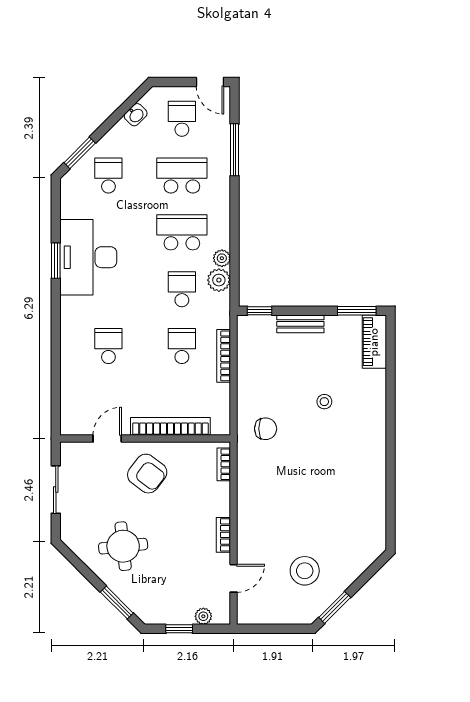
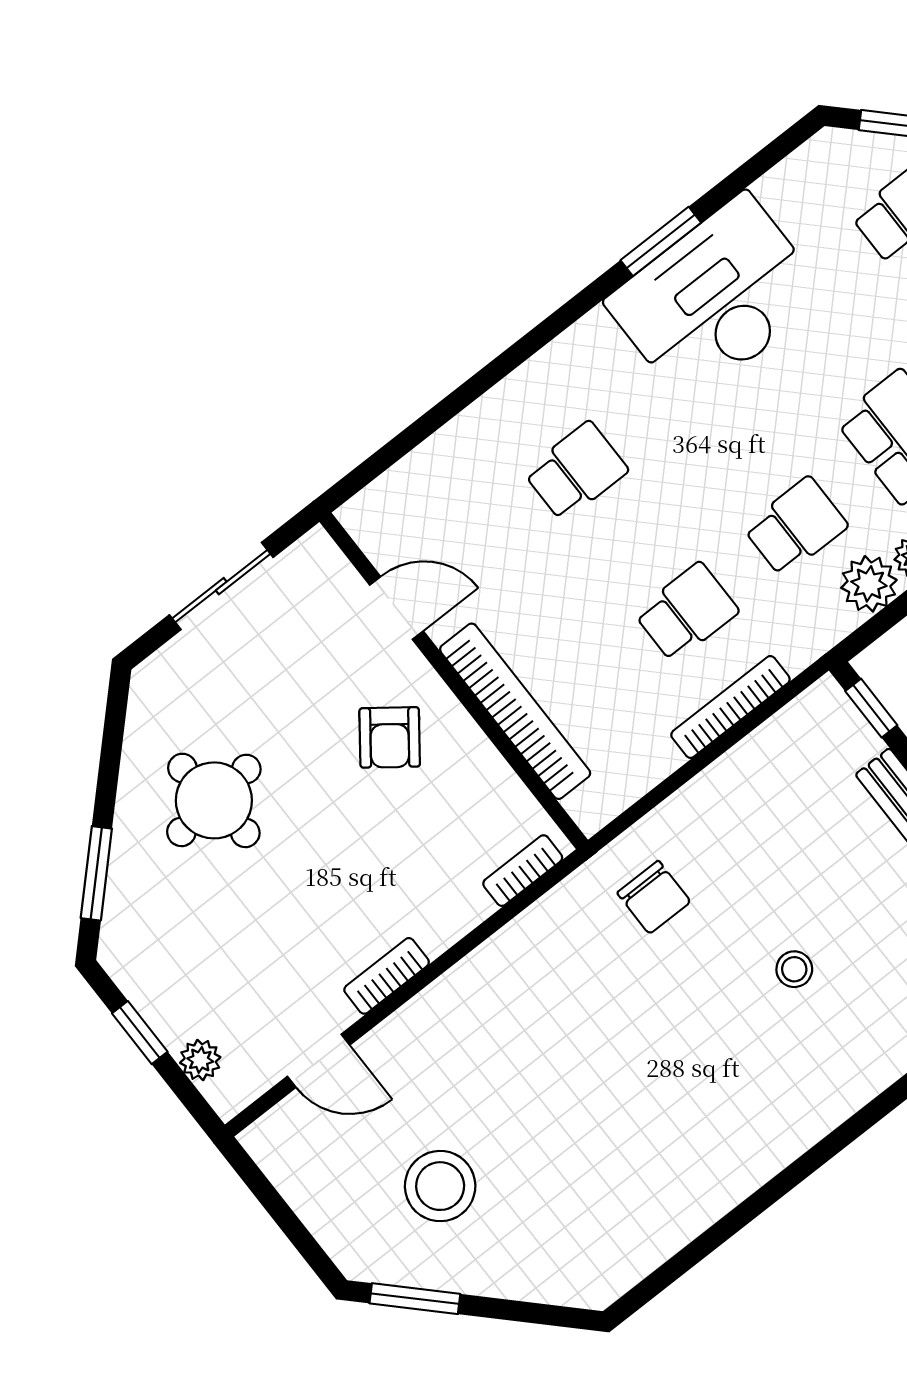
armchair: (147, 474) -> (390, 737), width x0.72, depth x0.72

